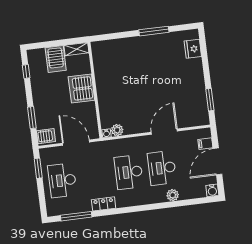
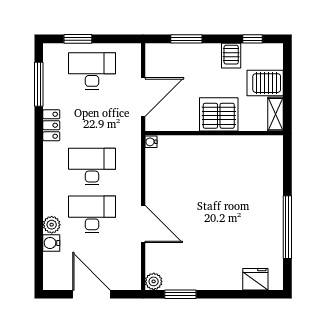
window: (154, 31) -> (287, 227), width x1.46
plant: (117, 130) -> (154, 281), moved
server rack: (46, 136) -> (231, 56), moved
filing cabinet: (205, 144) -> (119, 280), removed
window: (38, 168) -> (78, 39), moved
water cooler: (212, 190) -> (51, 243), moved

